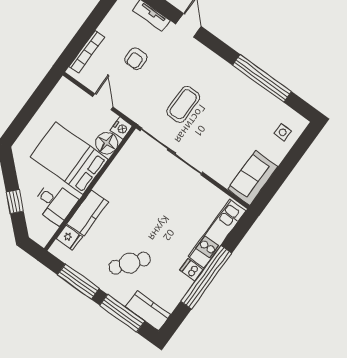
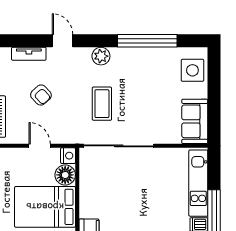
armchair: (136, 59) -> (41, 95), turned -43
plant: (212, 63) -> (101, 56), added
side table: (283, 132) -> (192, 70), width x1.87, depth x1.87

